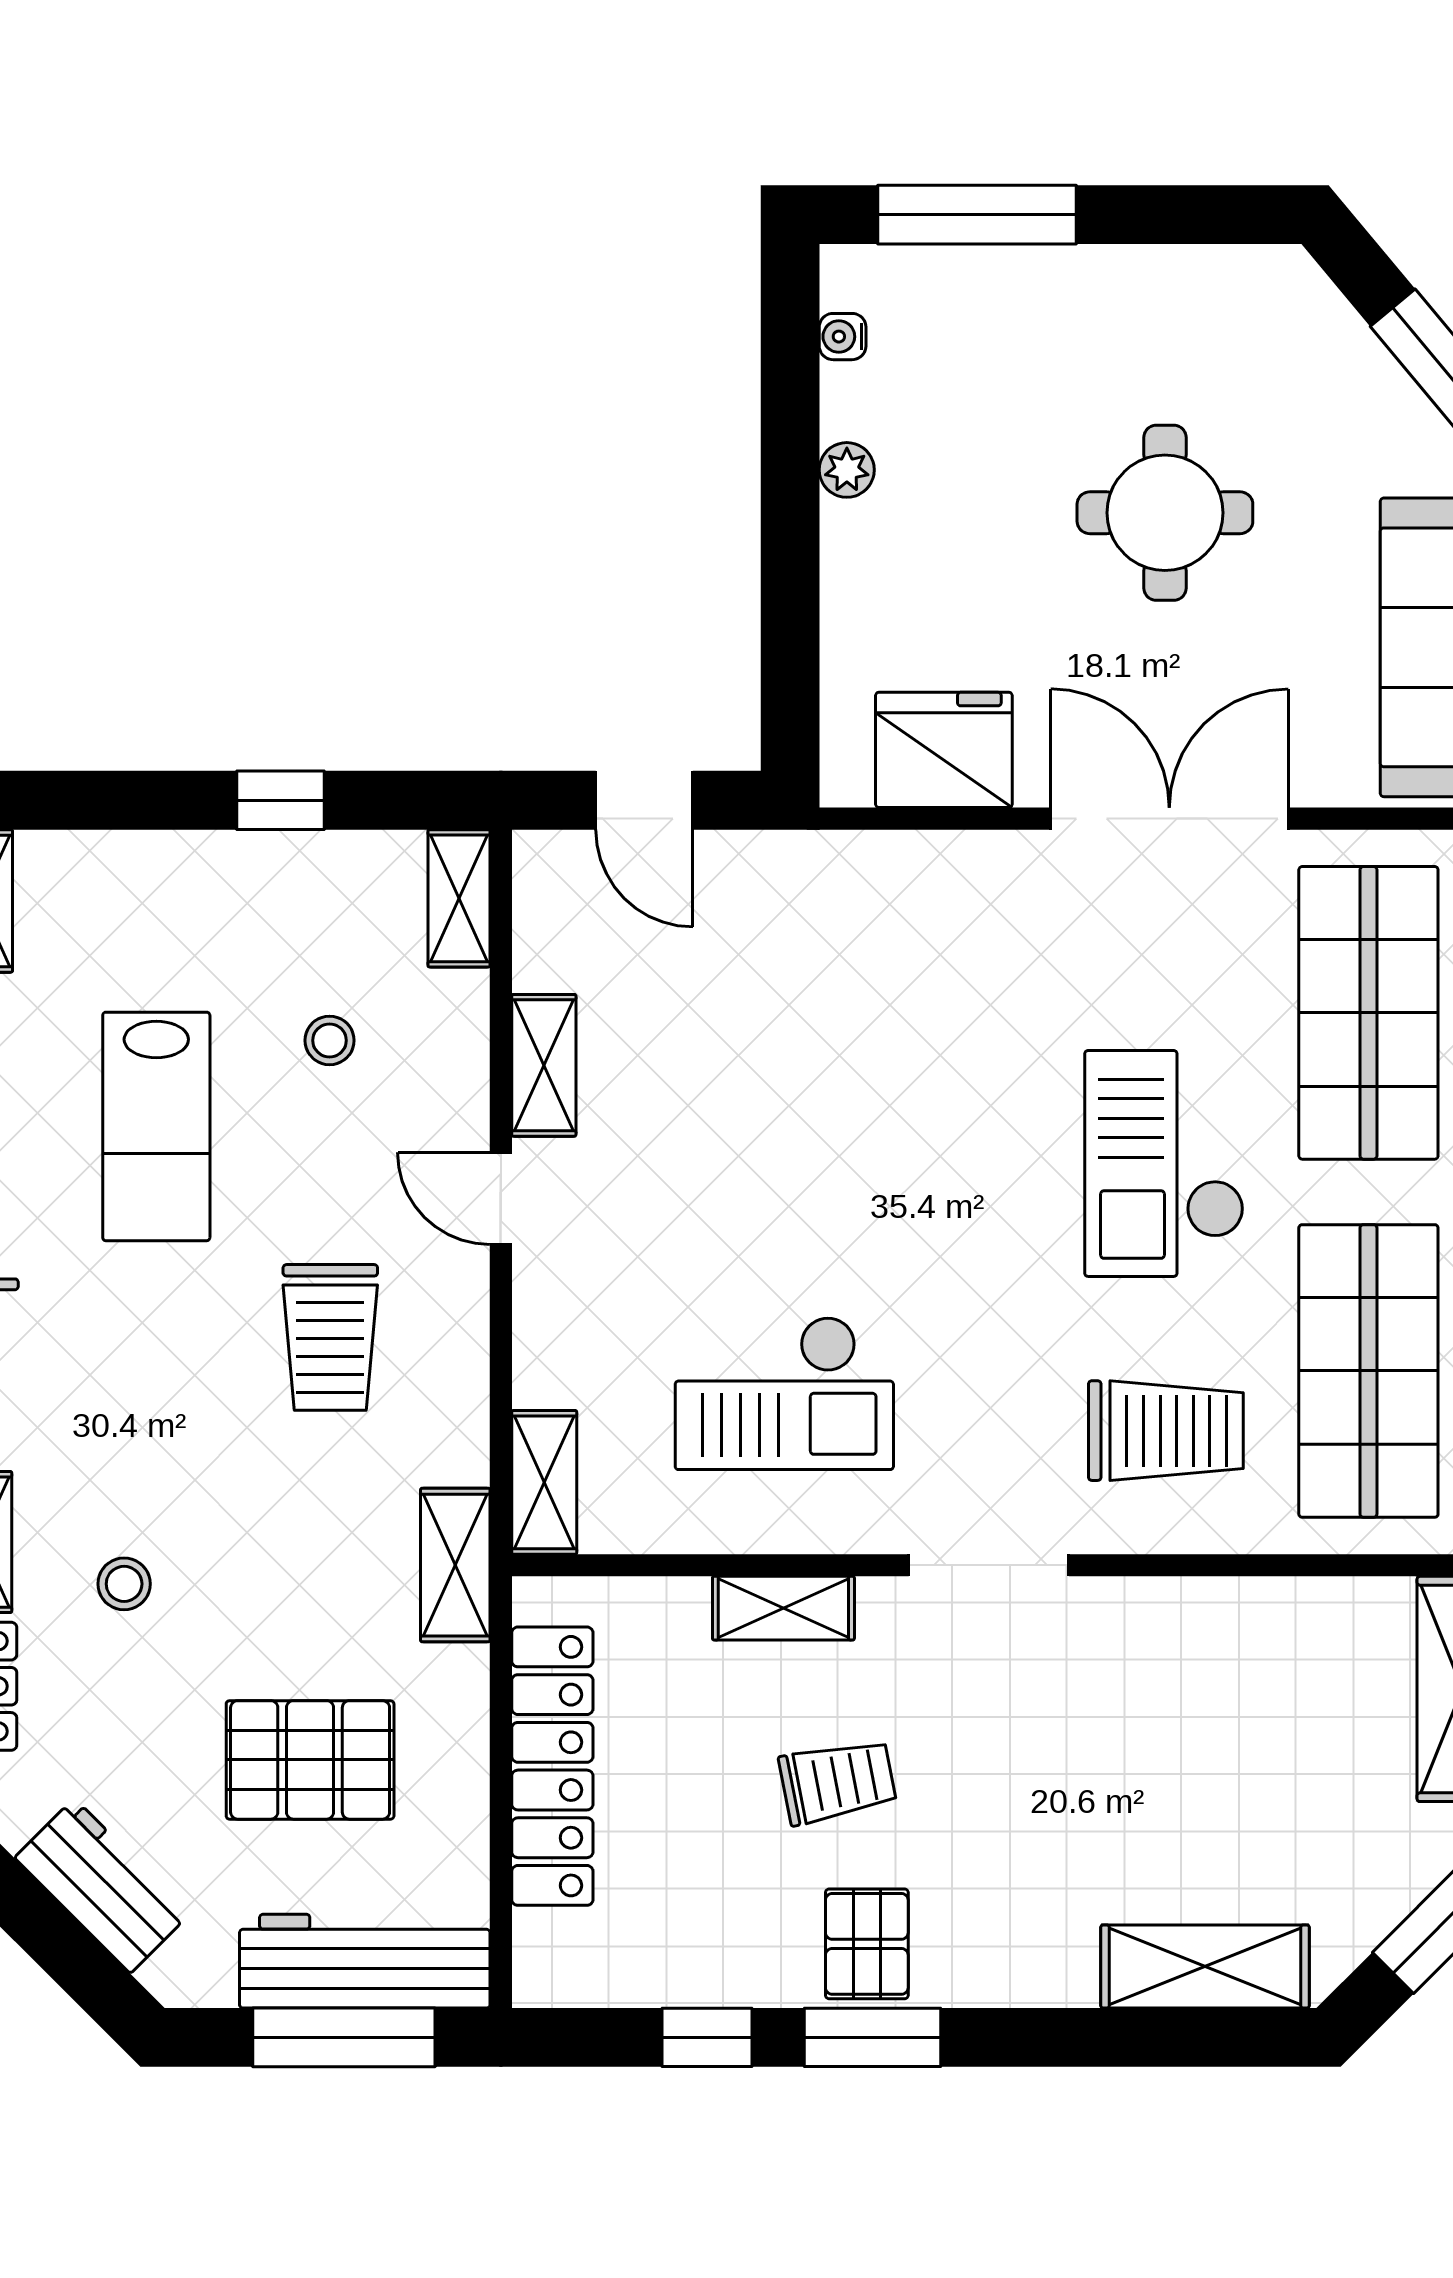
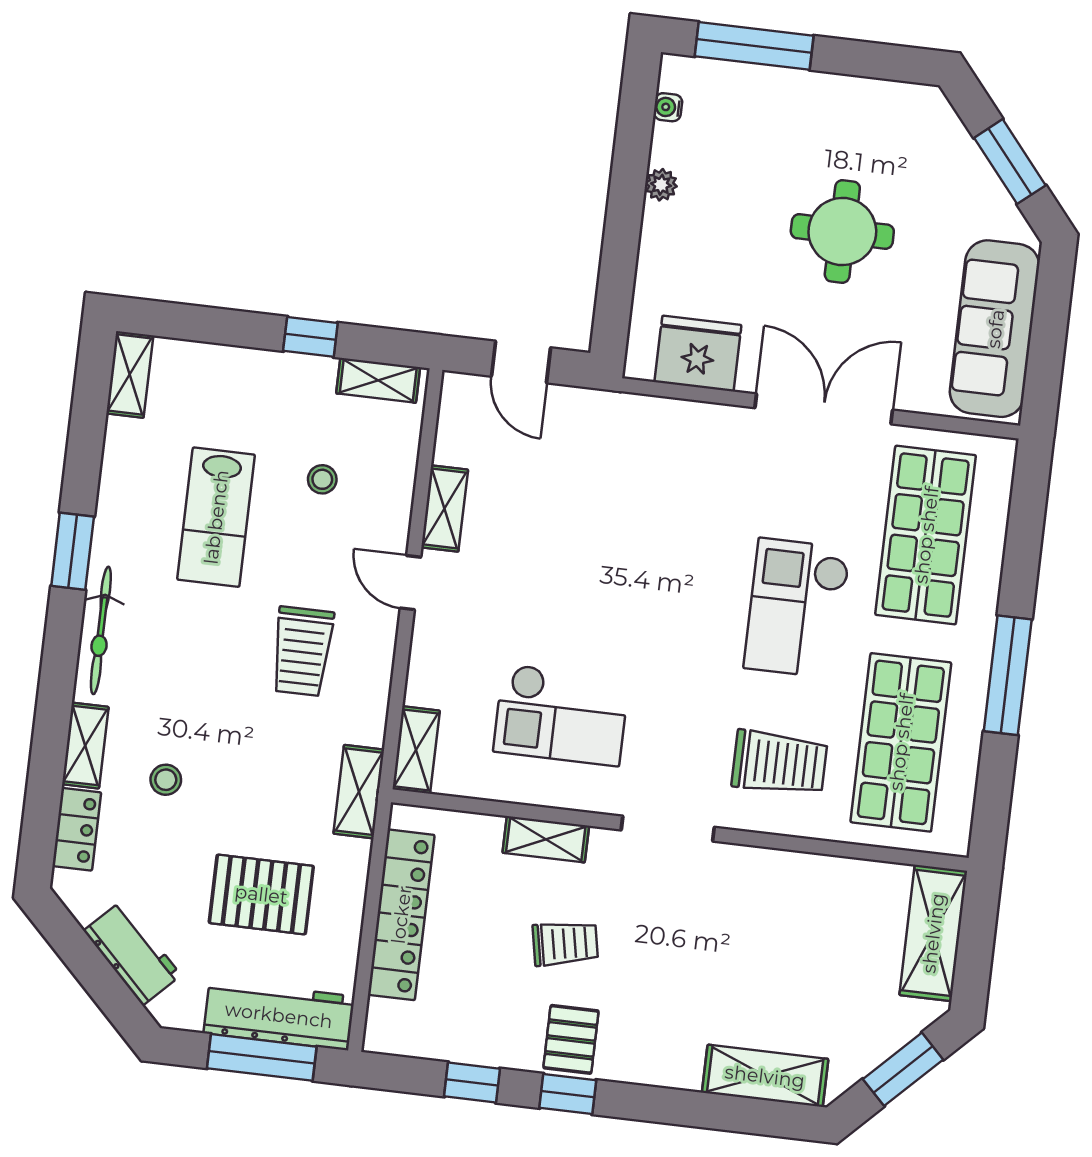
shelving: (459, 898) -> (378, 380), moved, turned 90
window: (872, 2037) -> (568, 1094), width x0.67

